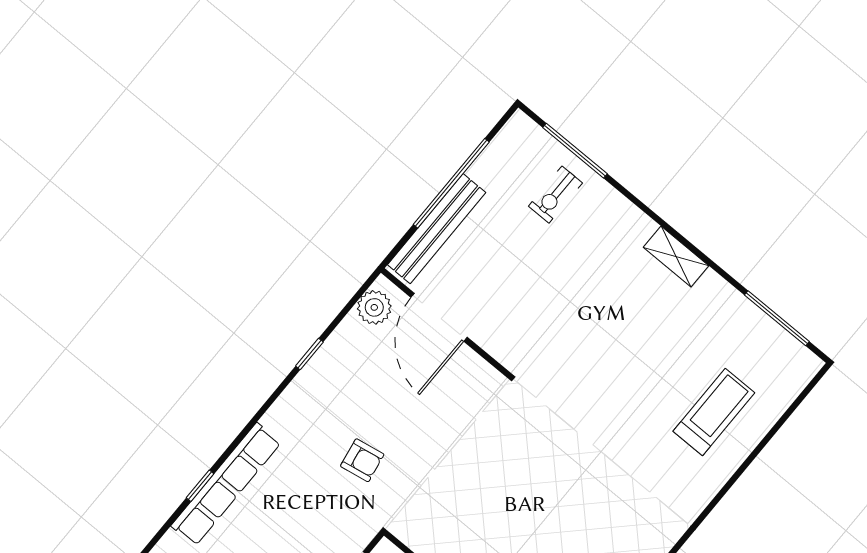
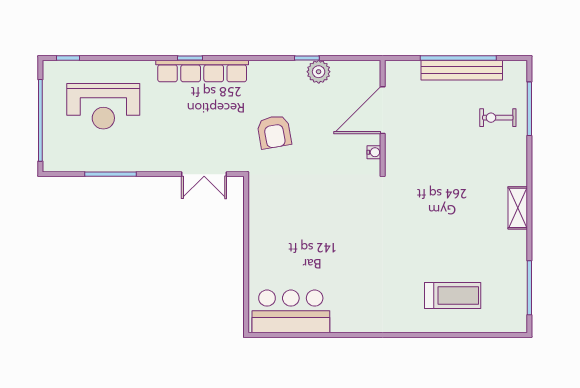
bench: (437, 229) -> (462, 70), moved
plant: (374, 307) -> (319, 72), moved
water cooler: (478, 367) -> (374, 152), added
armchair: (362, 460) -> (274, 132), width x1.38, depth x1.38

